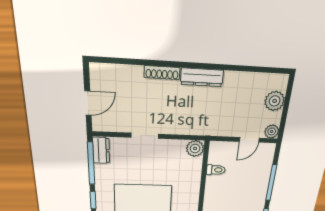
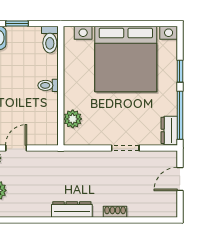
shoe rack: (162, 73) -> (115, 212), width x0.70
plant: (195, 148) -> (73, 119), moved
toilet: (216, 170) -> (48, 85), moved

